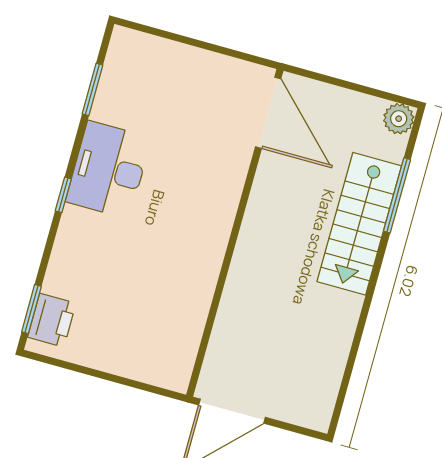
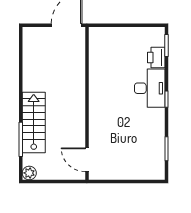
door: (268, 113) -> (87, 160), width x0.73
desk: (109, 170) -> (150, 88), moved
printer: (52, 320) -> (156, 58), moved

